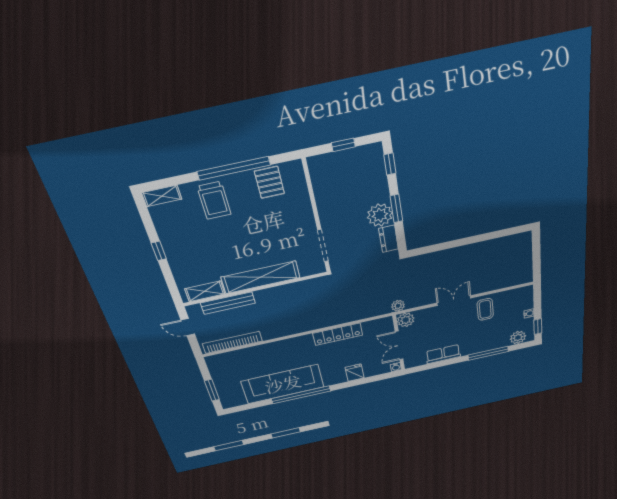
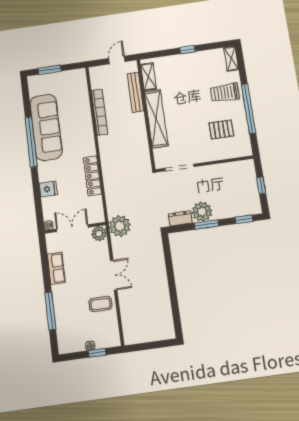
pallet: (269, 182) -> (221, 129), moved
plant: (398, 306) -> (120, 226), width x1.87, depth x1.87
window: (538, 327) -> (97, 353), moved
plant: (518, 337) -> (64, 338), removed
bookcase: (232, 342) -> (100, 112), moved

